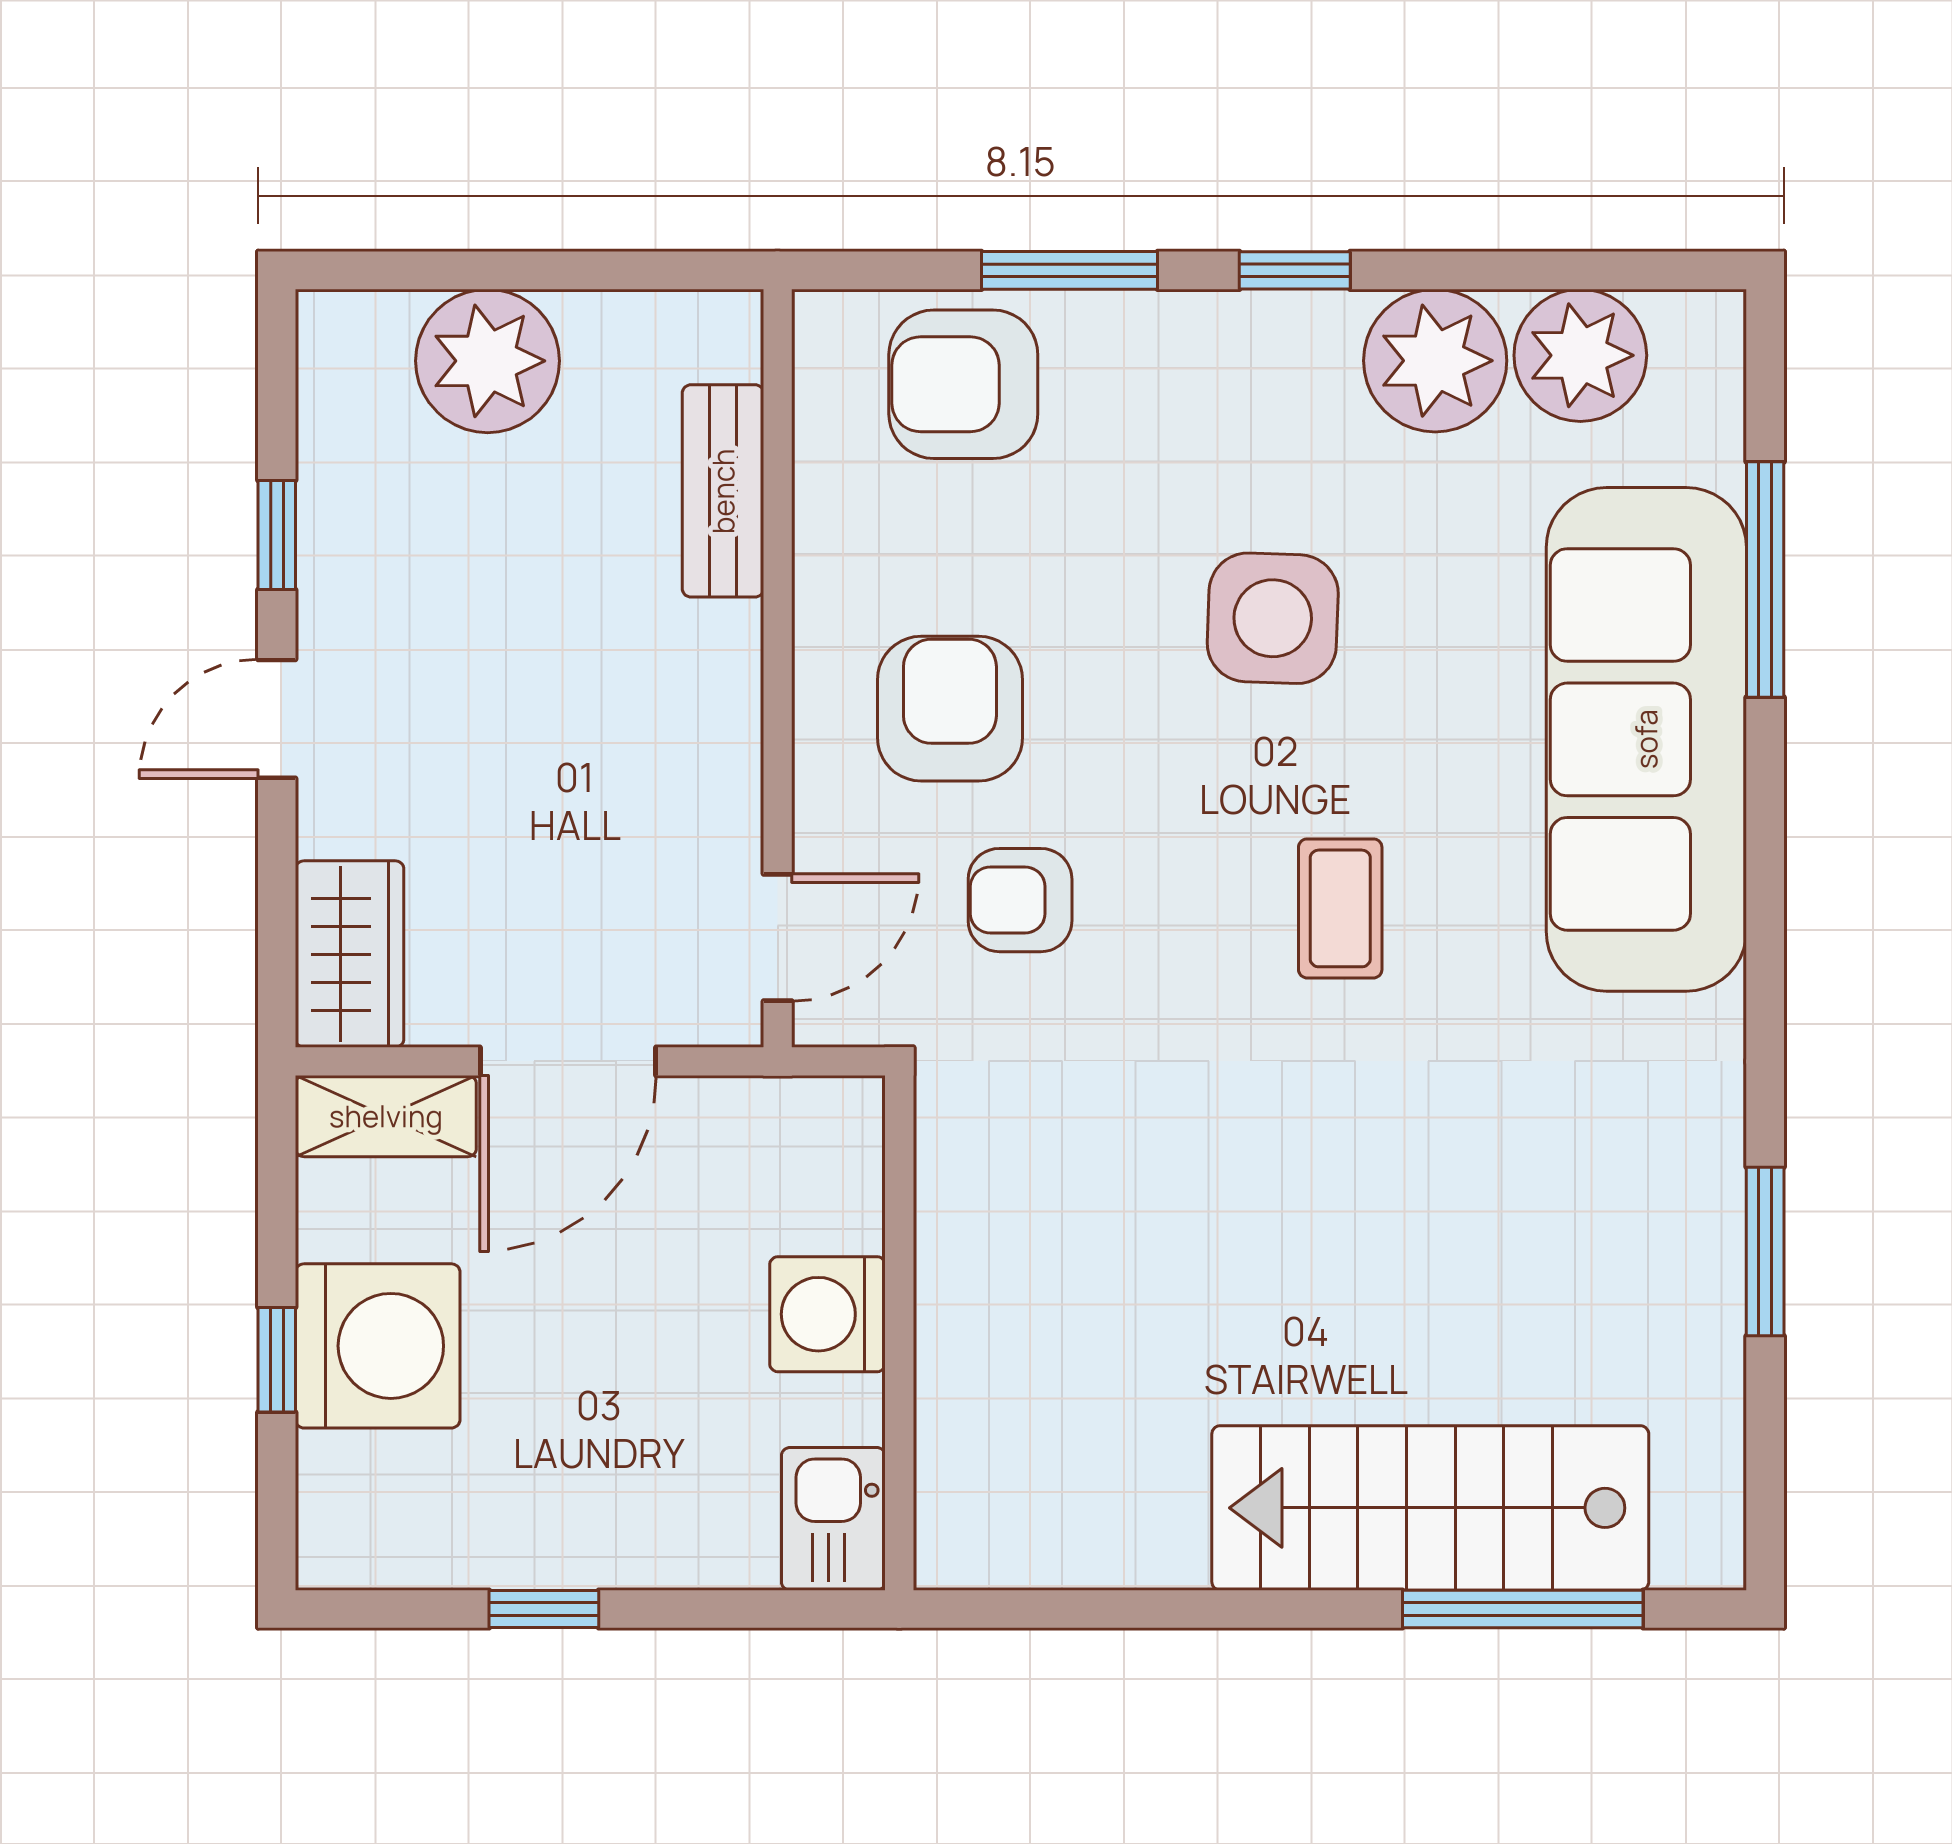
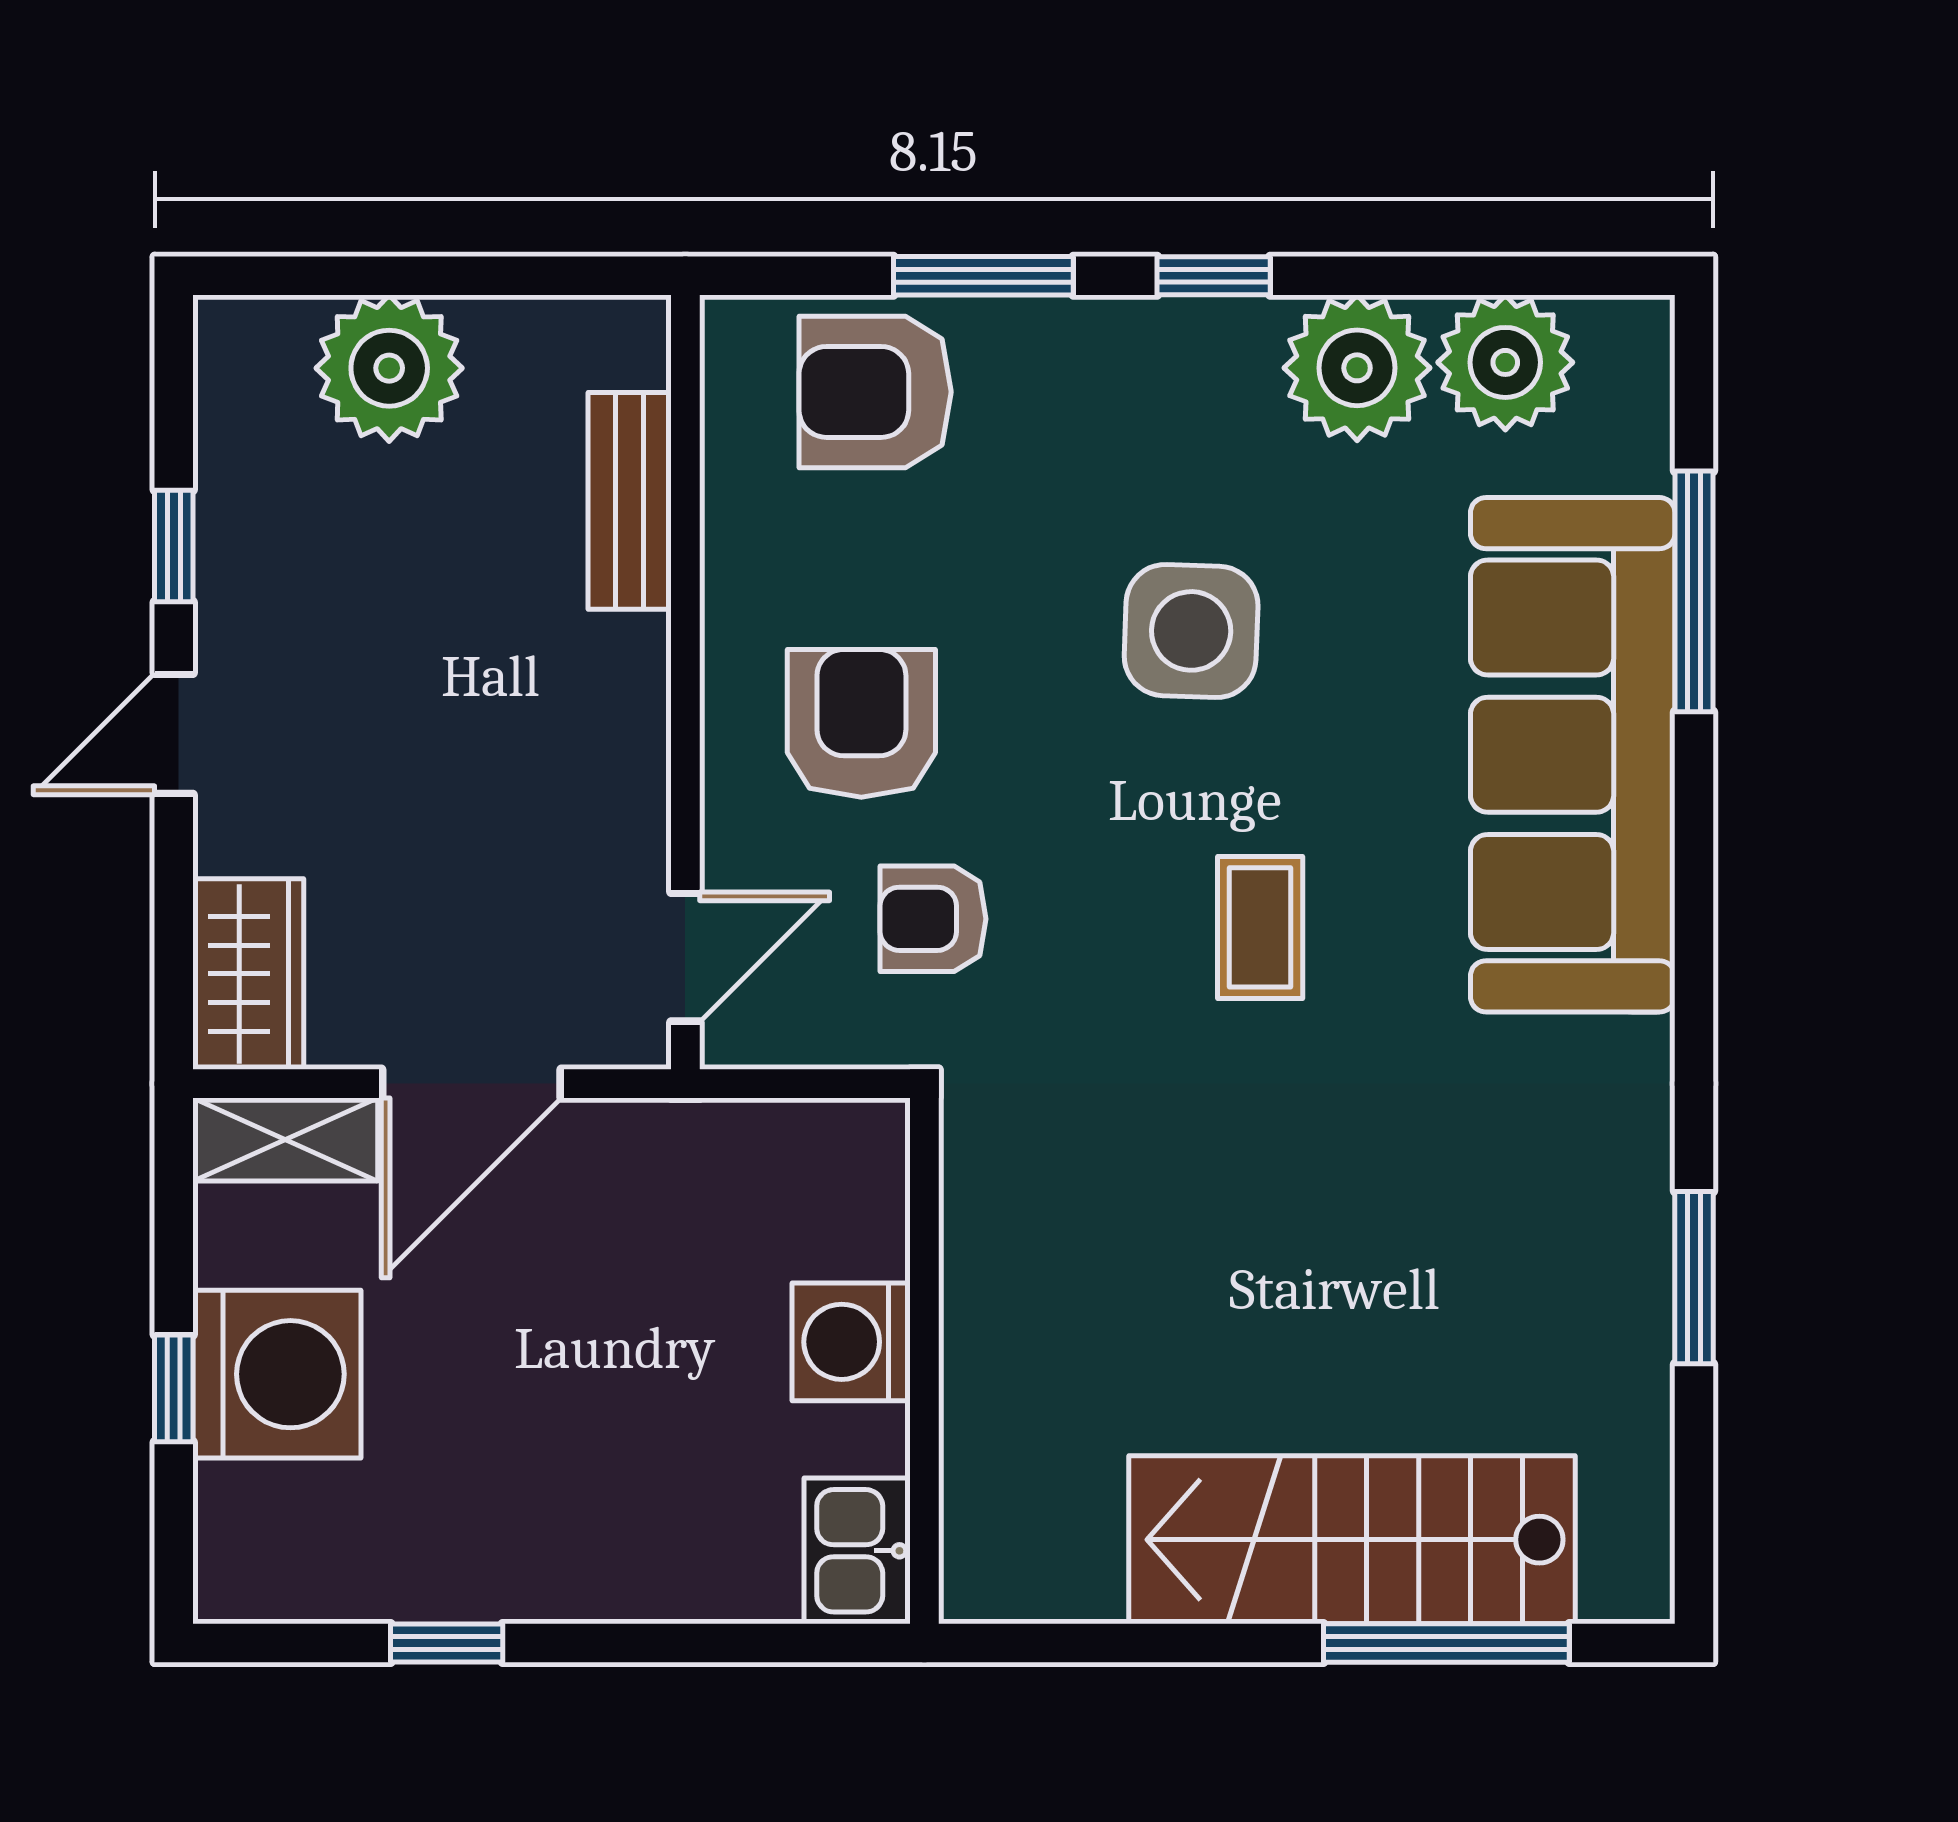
washing machine: (828, 1314) -> (851, 1342), moved
wall: (899, 1333) -> (924, 1361), moved
kitchen sink: (833, 1519) -> (857, 1551), moved

